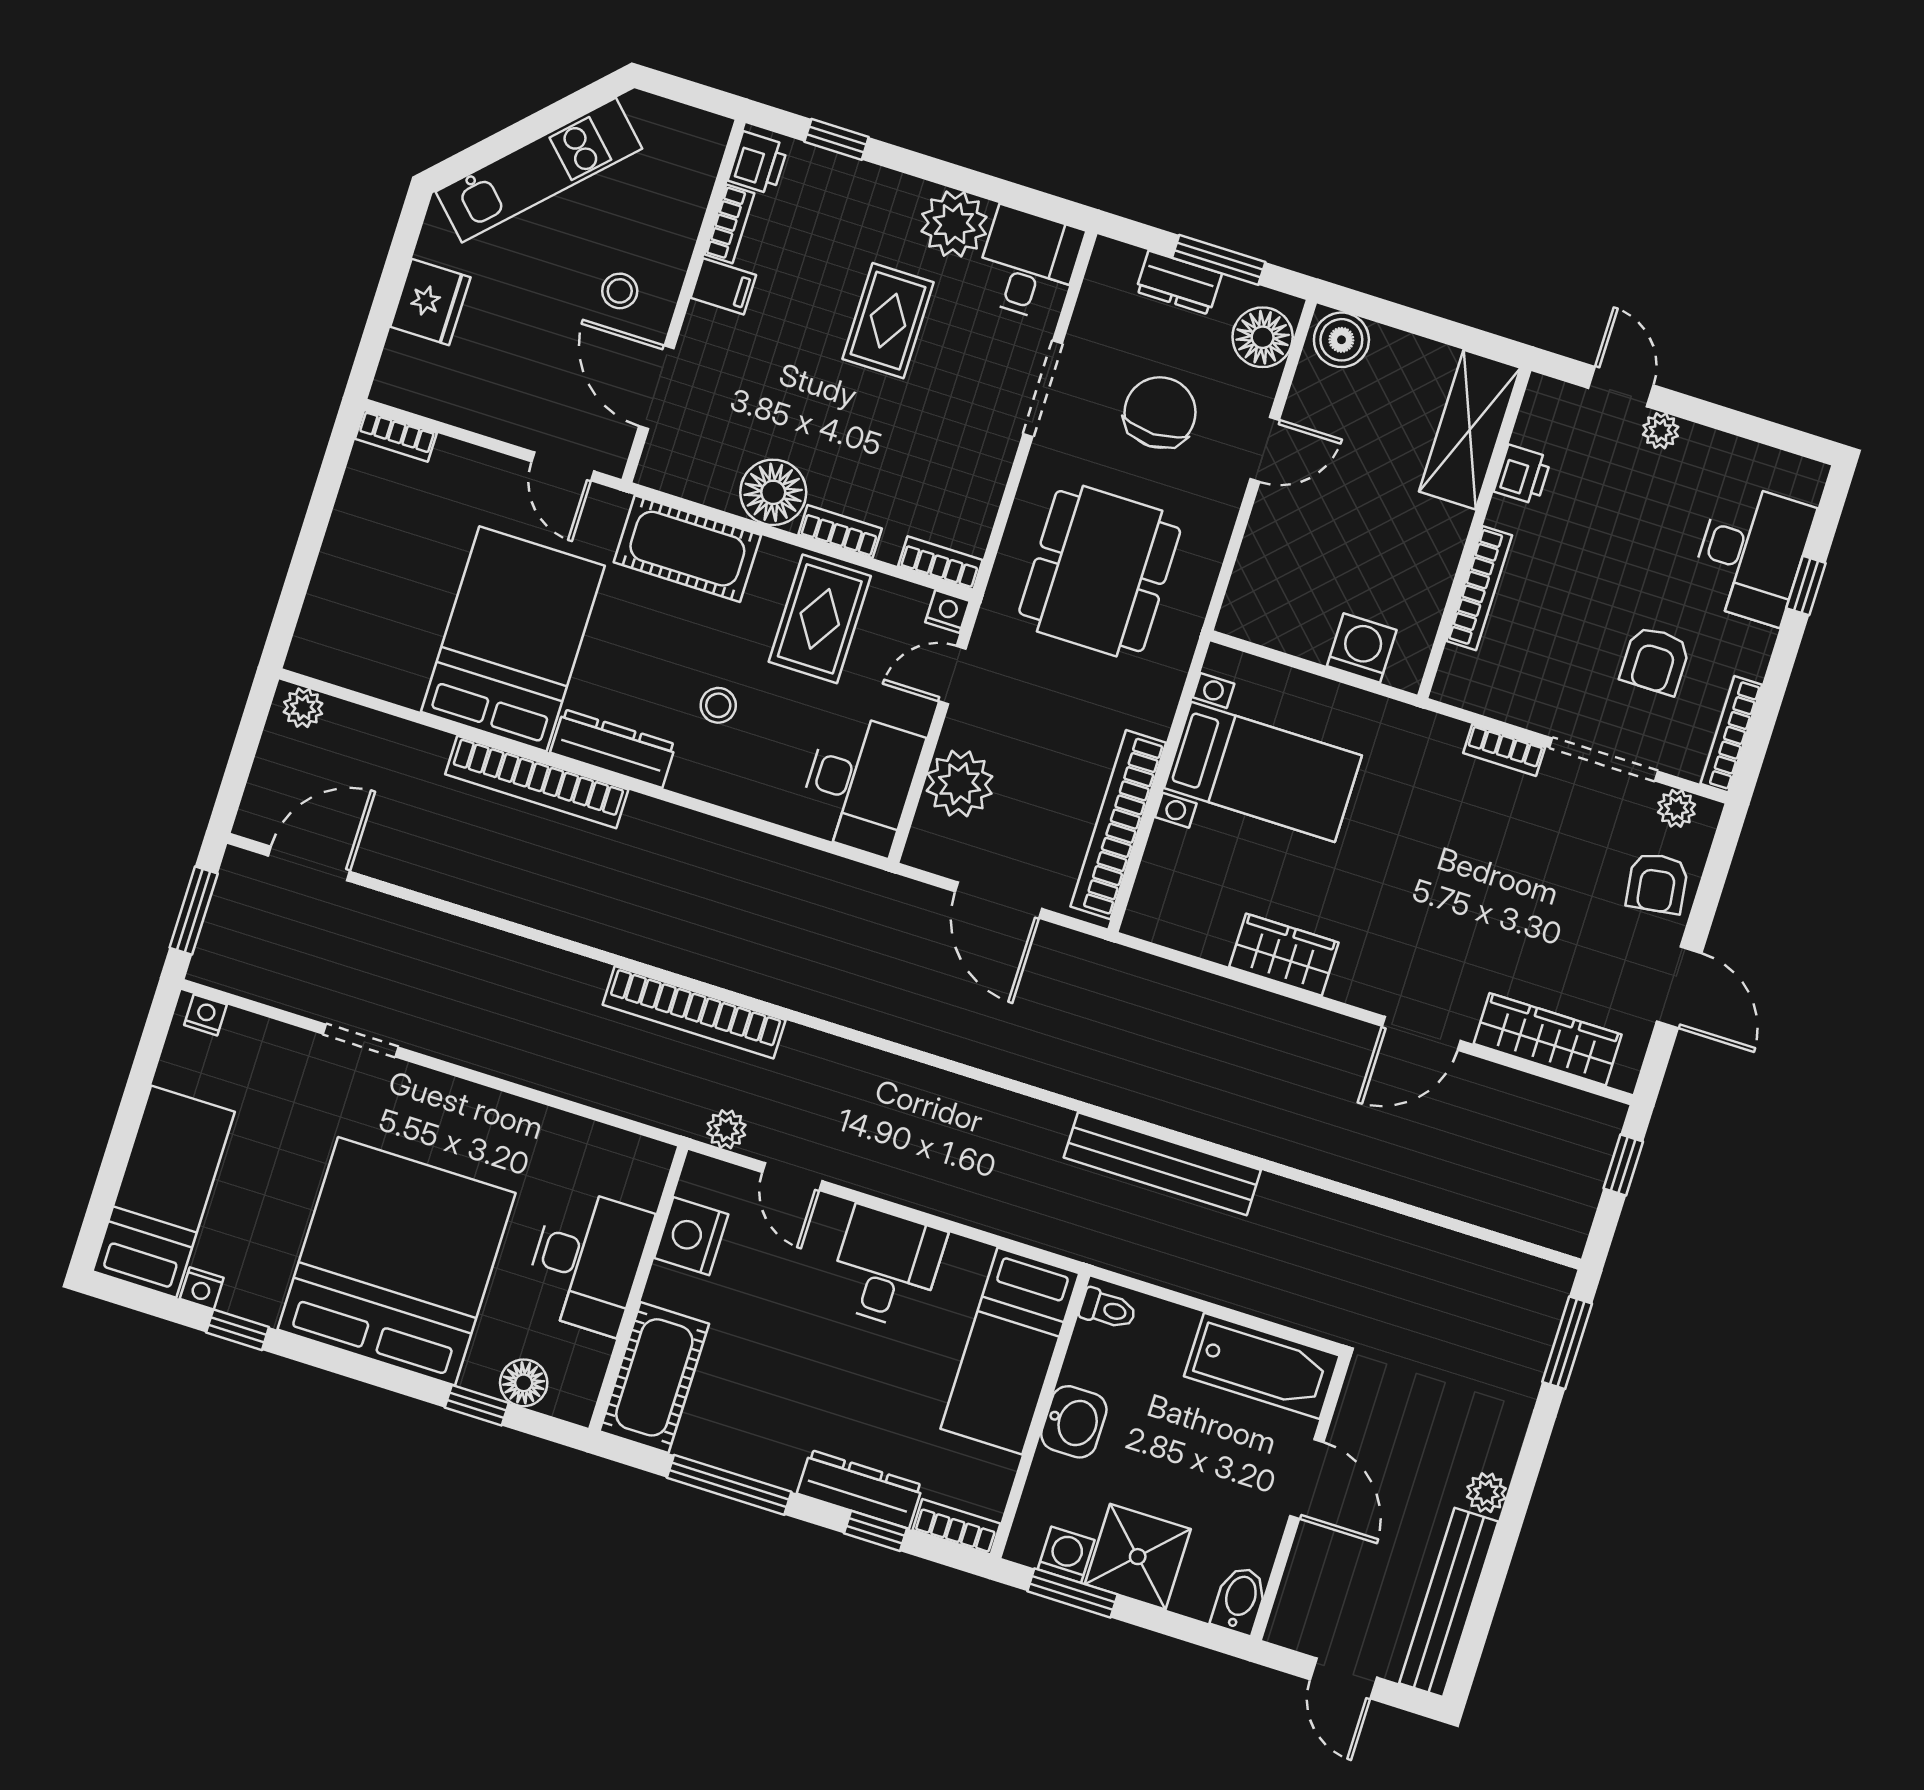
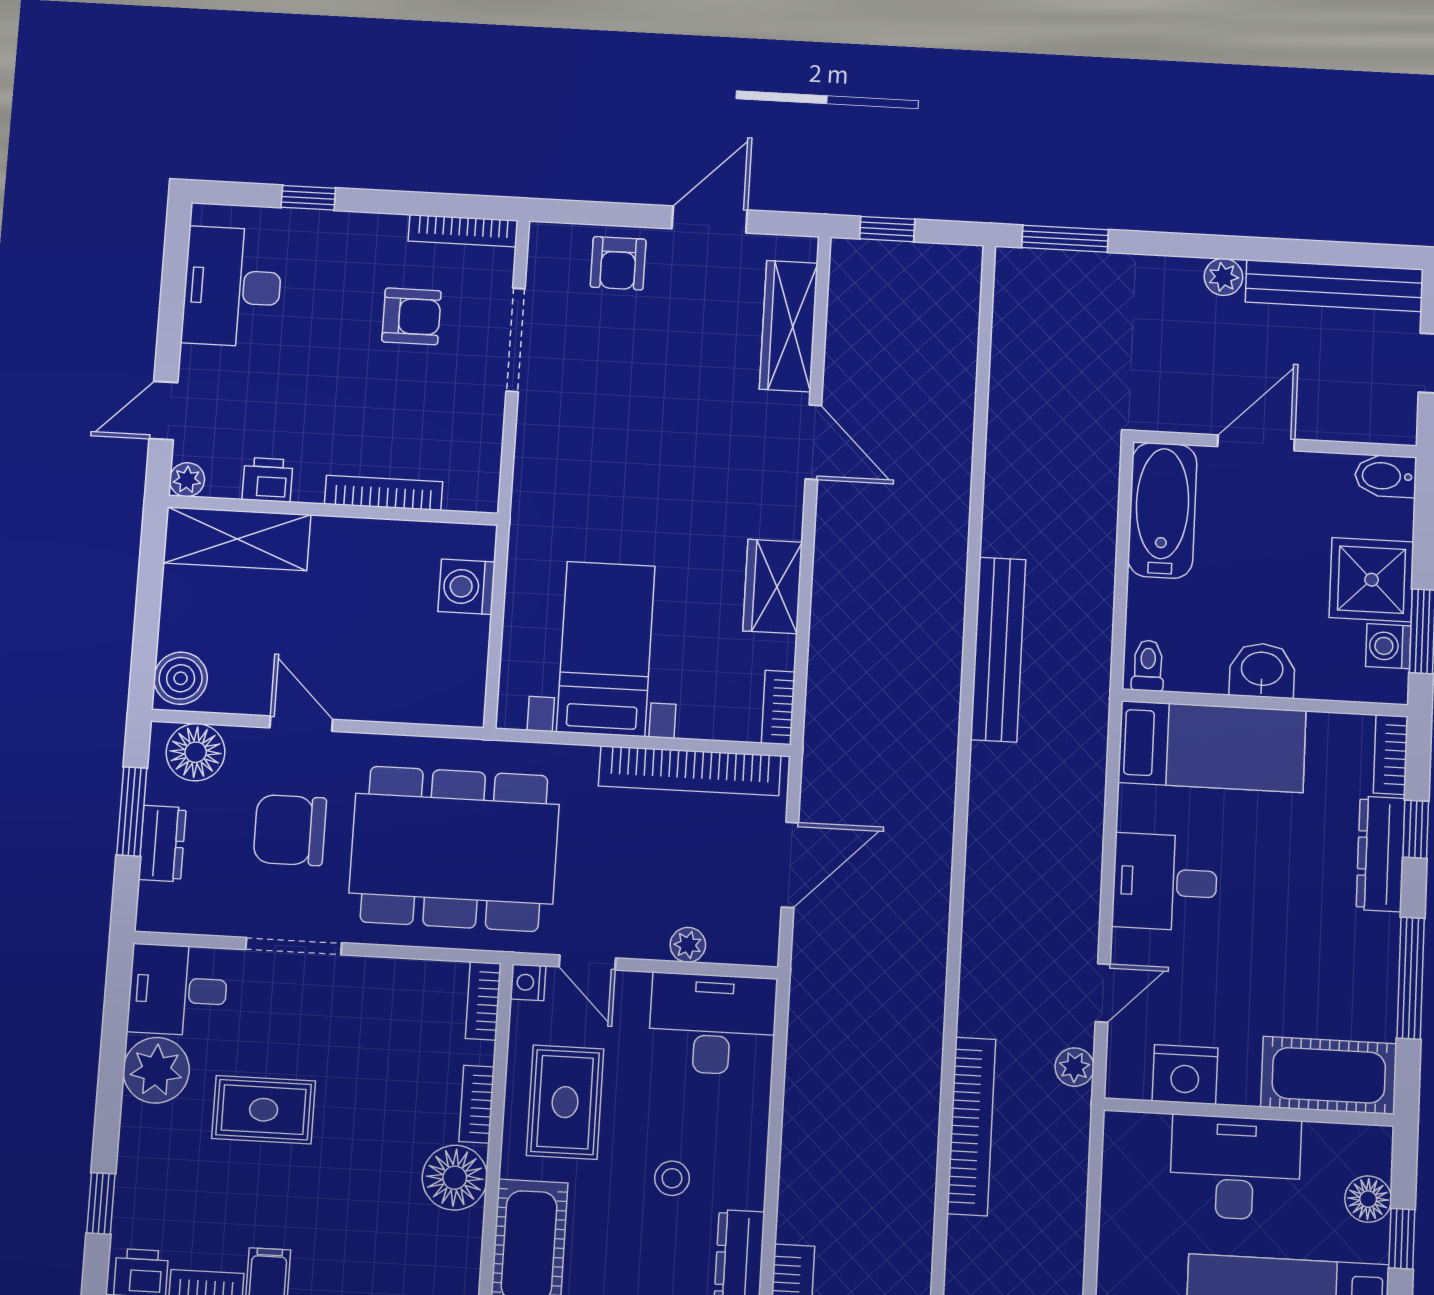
plant: (1661, 431) -> (187, 480), moved
desk: (1752, 553) -> (232, 287), moved, turned -90
dining table: (1100, 571) -> (454, 849), width x1.36, depth x1.24
rug: (820, 619) -> (565, 1102), turned 90
bookcase: (1504, 750) -> (778, 708), moved, turned 180
plant: (960, 784) -> (688, 945), width x0.53, depth x0.53
plant: (1677, 808) -> (544, 263), removed
armchair: (1657, 883) -> (618, 263), turned 98

